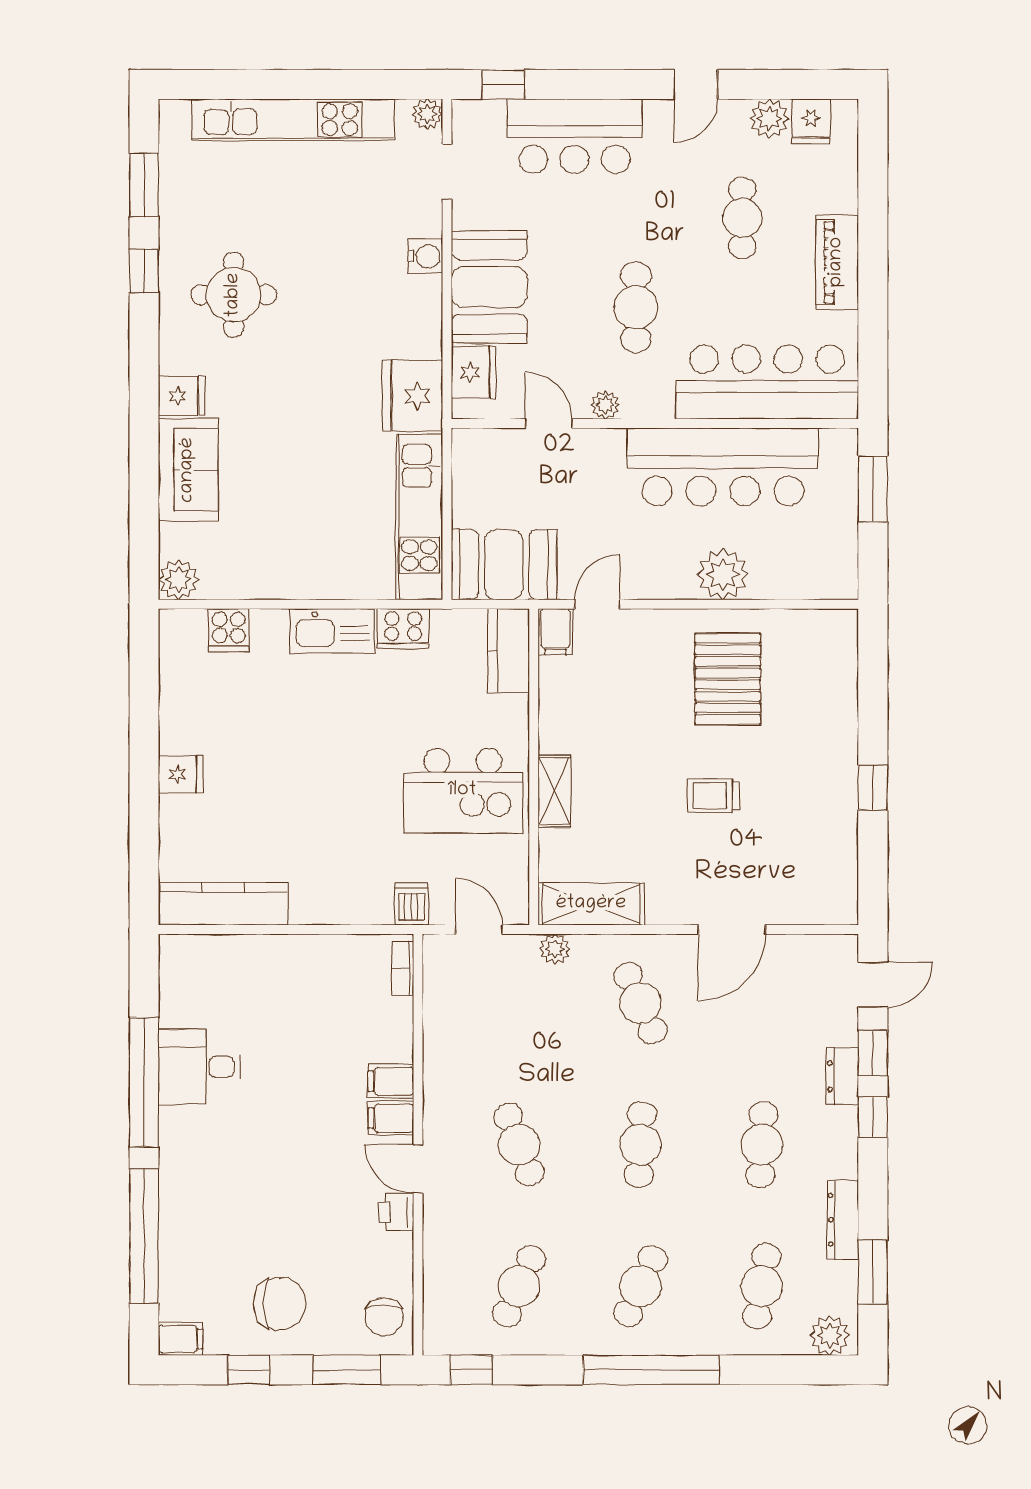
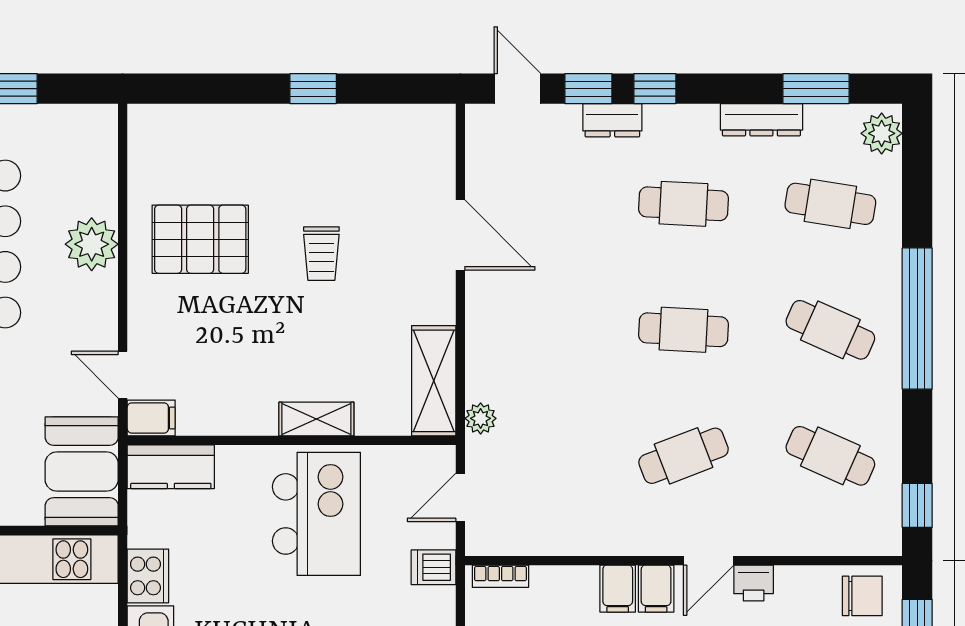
cafe table: (640, 1003) -> (537, 330), removed

